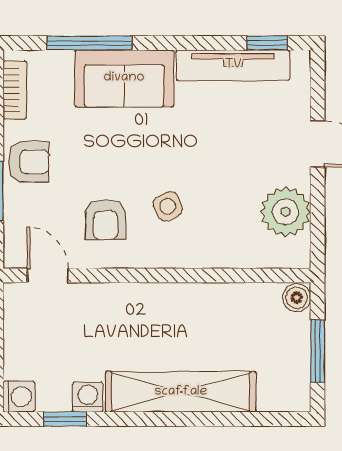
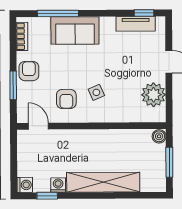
tv unit: (233, 65) -> (136, 24), width x0.71
armchair: (29, 162) -> (29, 71), turned -90

